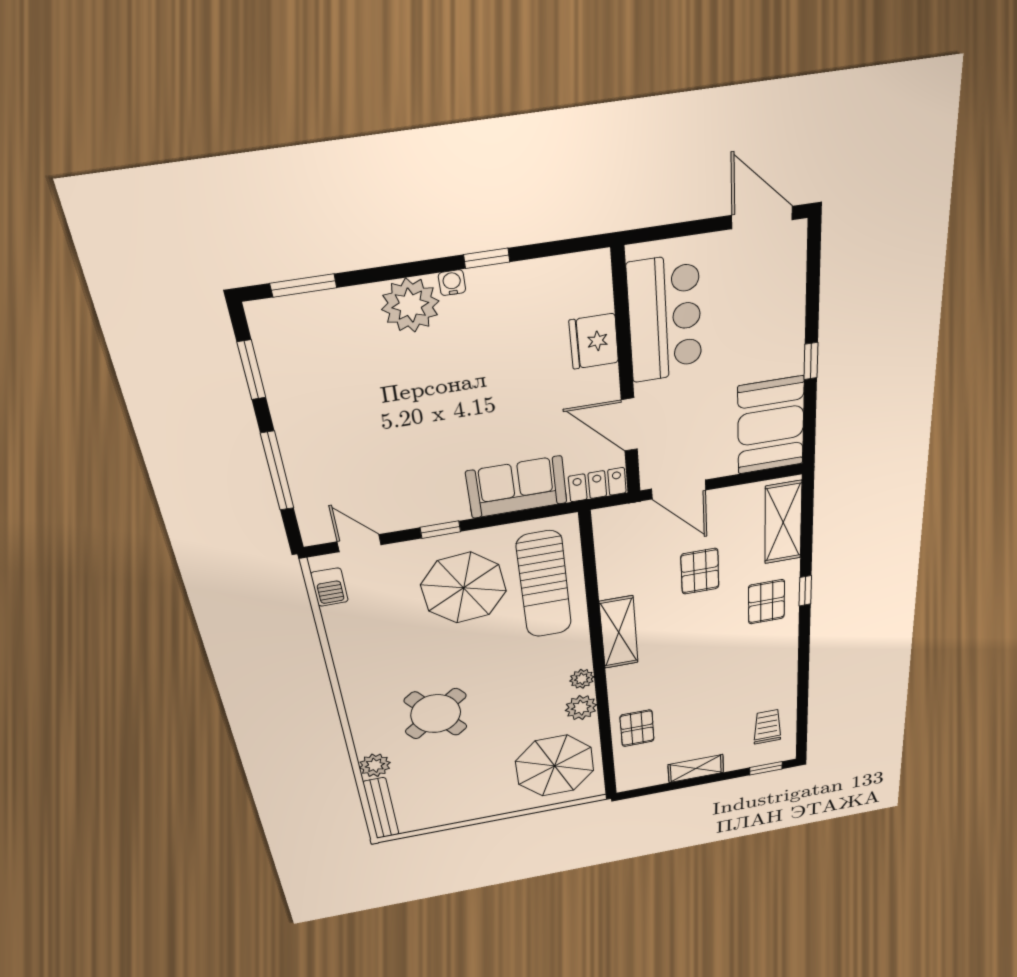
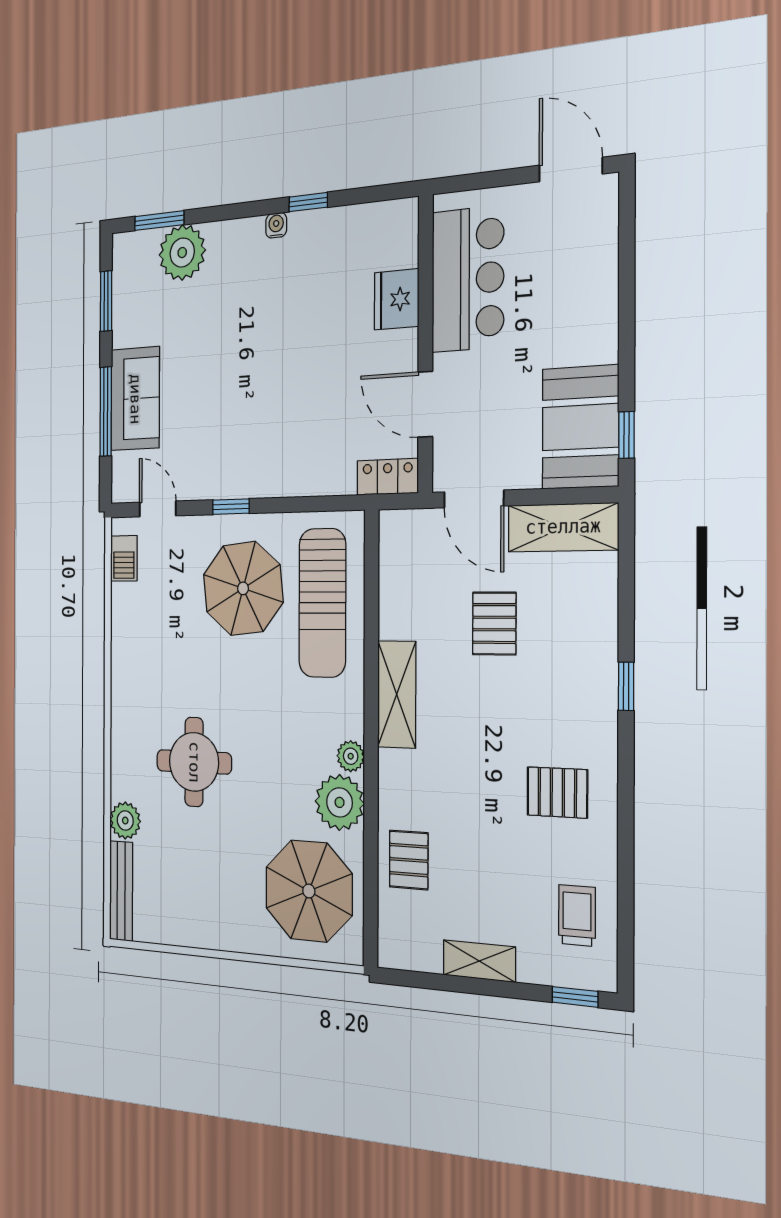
plant: (410, 305) -> (182, 253), moved
window: (811, 361) -> (626, 435), moved
sofa: (517, 487) -> (135, 399), moved, turned 90
shelving: (783, 522) -> (563, 527), moved, turned 90
pallet: (766, 602) -> (557, 792), moved, turned 90
plant: (581, 708) -> (340, 802), width x1.36, depth x1.36
round table: (436, 714) -> (194, 762), turned 38

